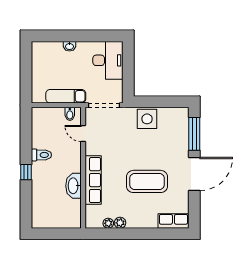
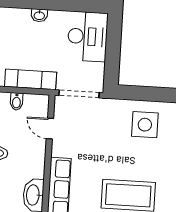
bidet: (70, 114) -> (17, 101), moved
side table: (147, 119) -> (145, 125), moved

